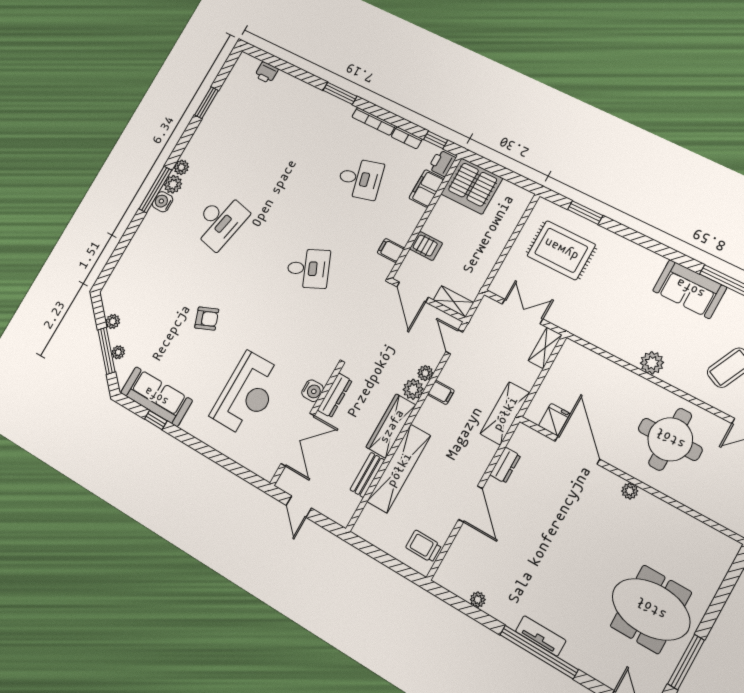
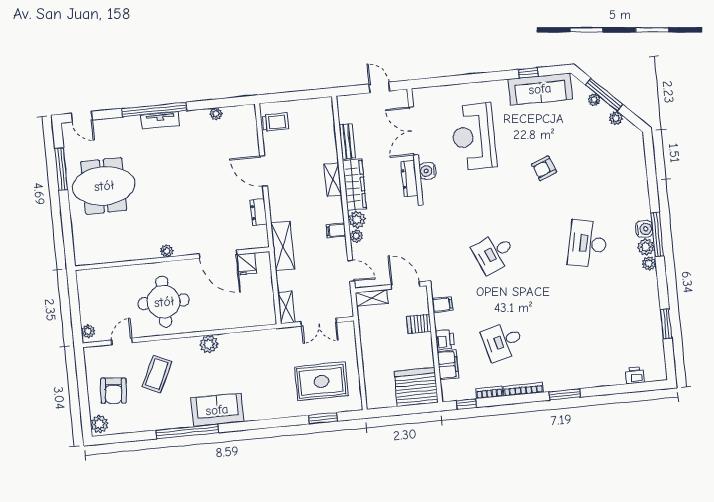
printer: (442, 163) -> (445, 340), moved
shelving: (399, 469) -> (333, 180), width x0.45, depth x0.75

